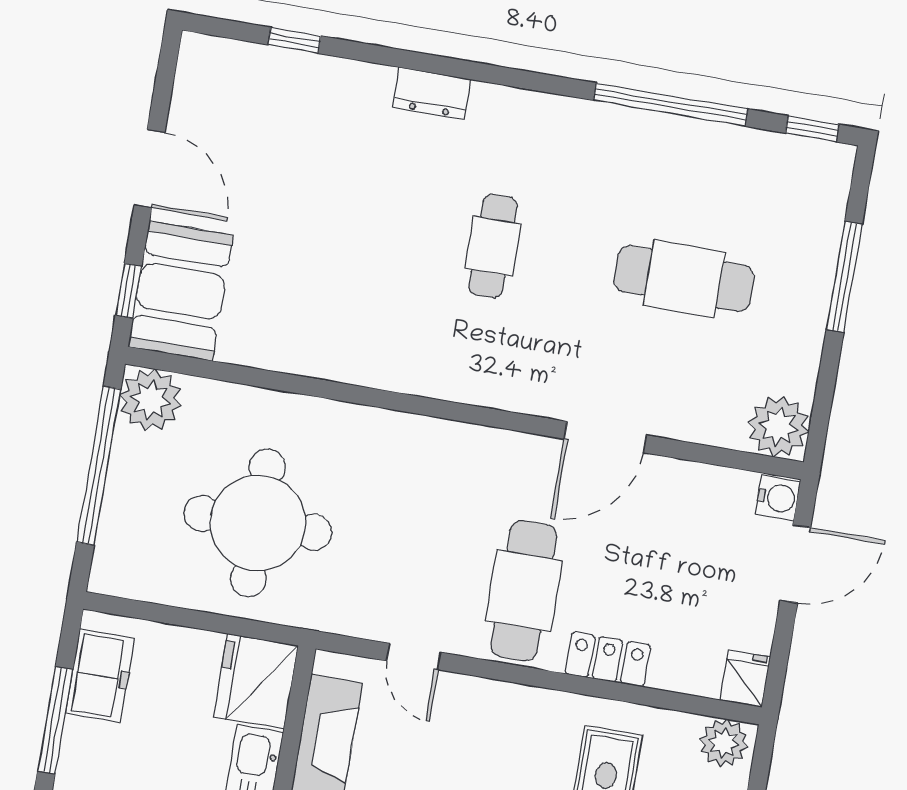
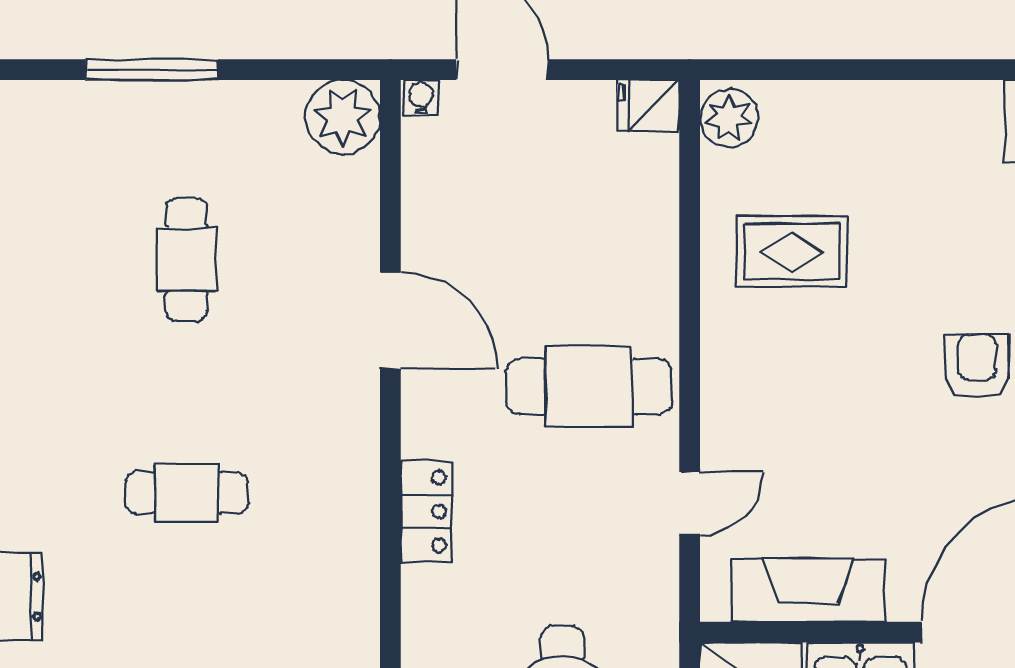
cafe table: (684, 279) -> (186, 260), width x0.73, depth x0.74
water cooler: (778, 498) -> (421, 97), width x0.72, depth x0.72
locker: (608, 659) -> (426, 512), moved, turned 180

